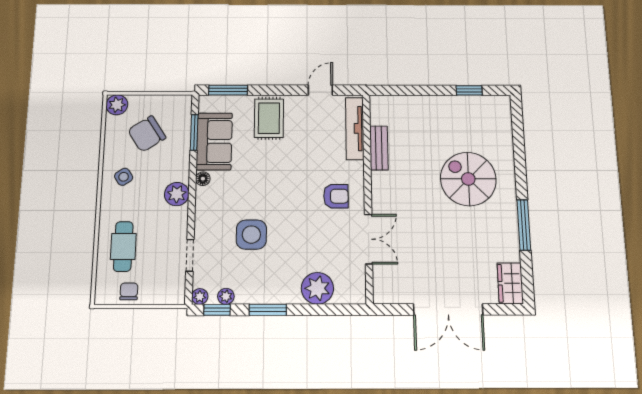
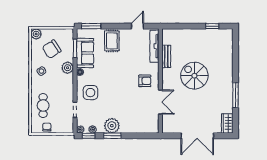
spiral stairs: (468, 179) -> (194, 76), moved
plant: (177, 194) -> (68, 68), moved
side table: (251, 235) -> (90, 93), moved
plant: (317, 288) -> (112, 126), moved

